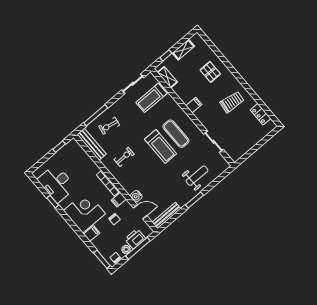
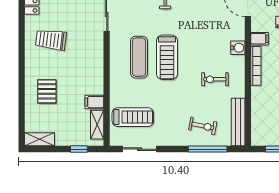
shelving: (183, 50) -> (39, 139), moved
filing cabinet: (194, 105) -> (94, 102), moved
treadmill: (161, 146) -> (167, 57), turned 180
water cooler: (136, 196) -> (238, 48), moved

